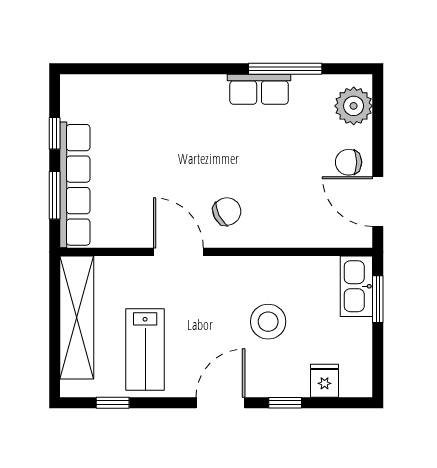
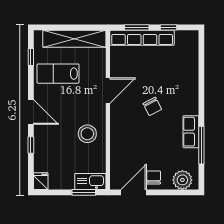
chair: (227, 211) -> (152, 106), moved
stool: (268, 322) -> (87, 134), moved
fridge: (325, 381) -> (41, 181), moved, turned -90

